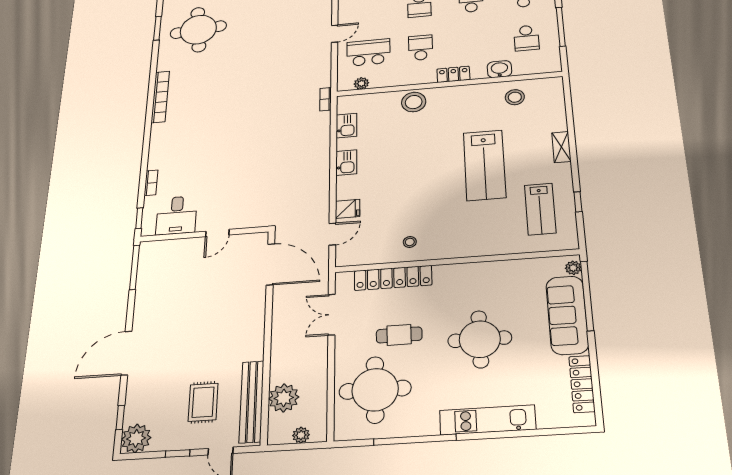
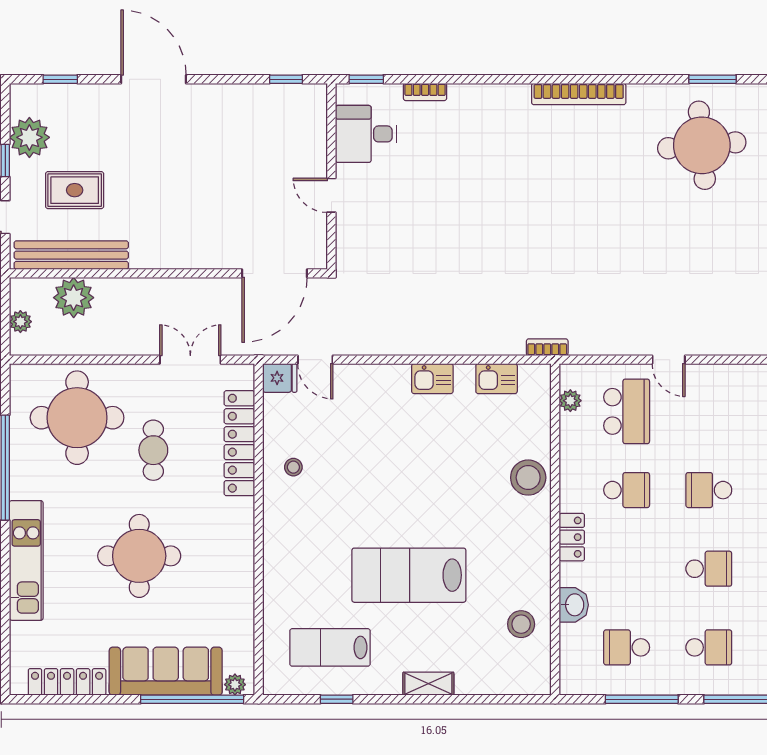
fridge: (348, 209) -> (280, 378), moved, turned -90
window: (135, 267) -> (286, 79), width x0.46
plant: (136, 438) -> (29, 137), moved

